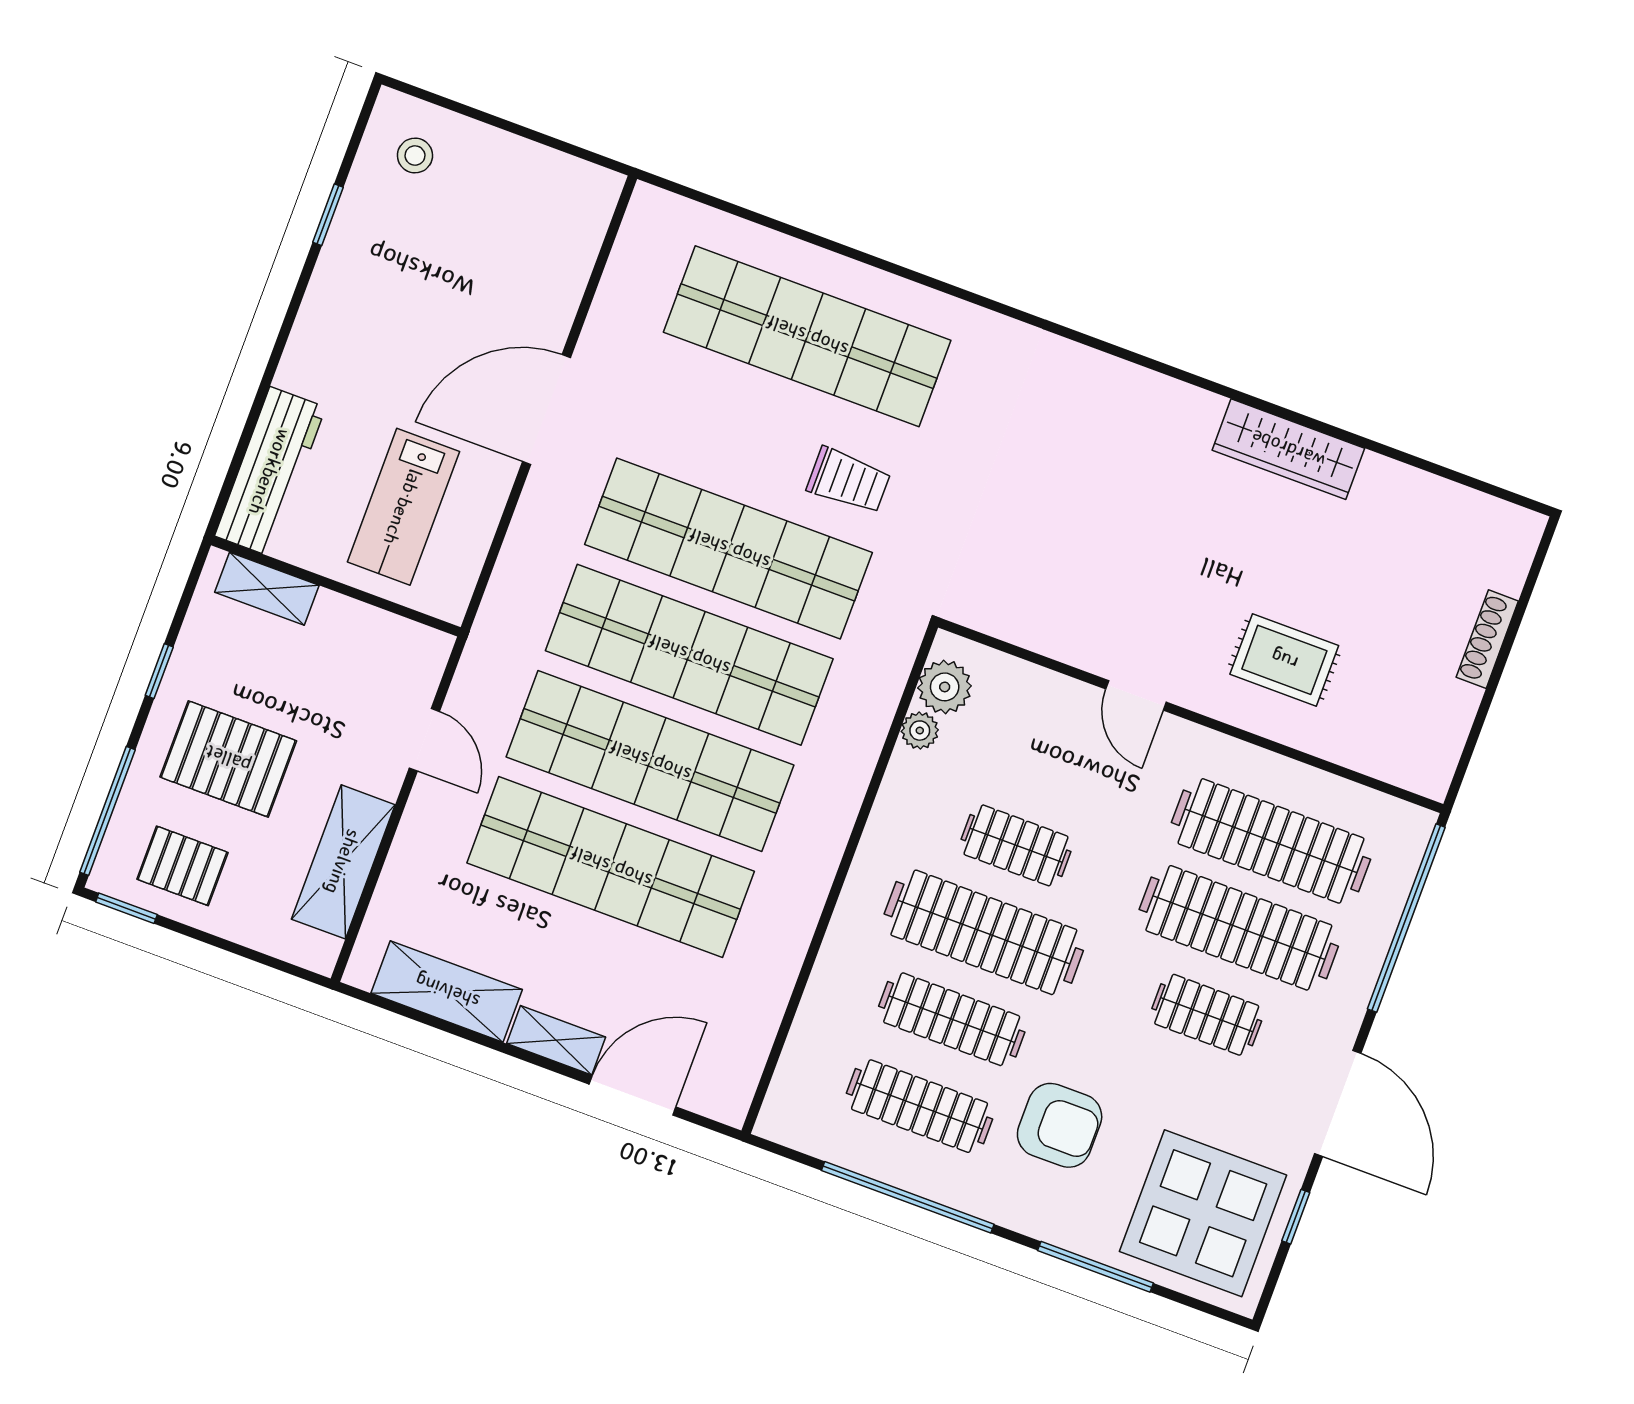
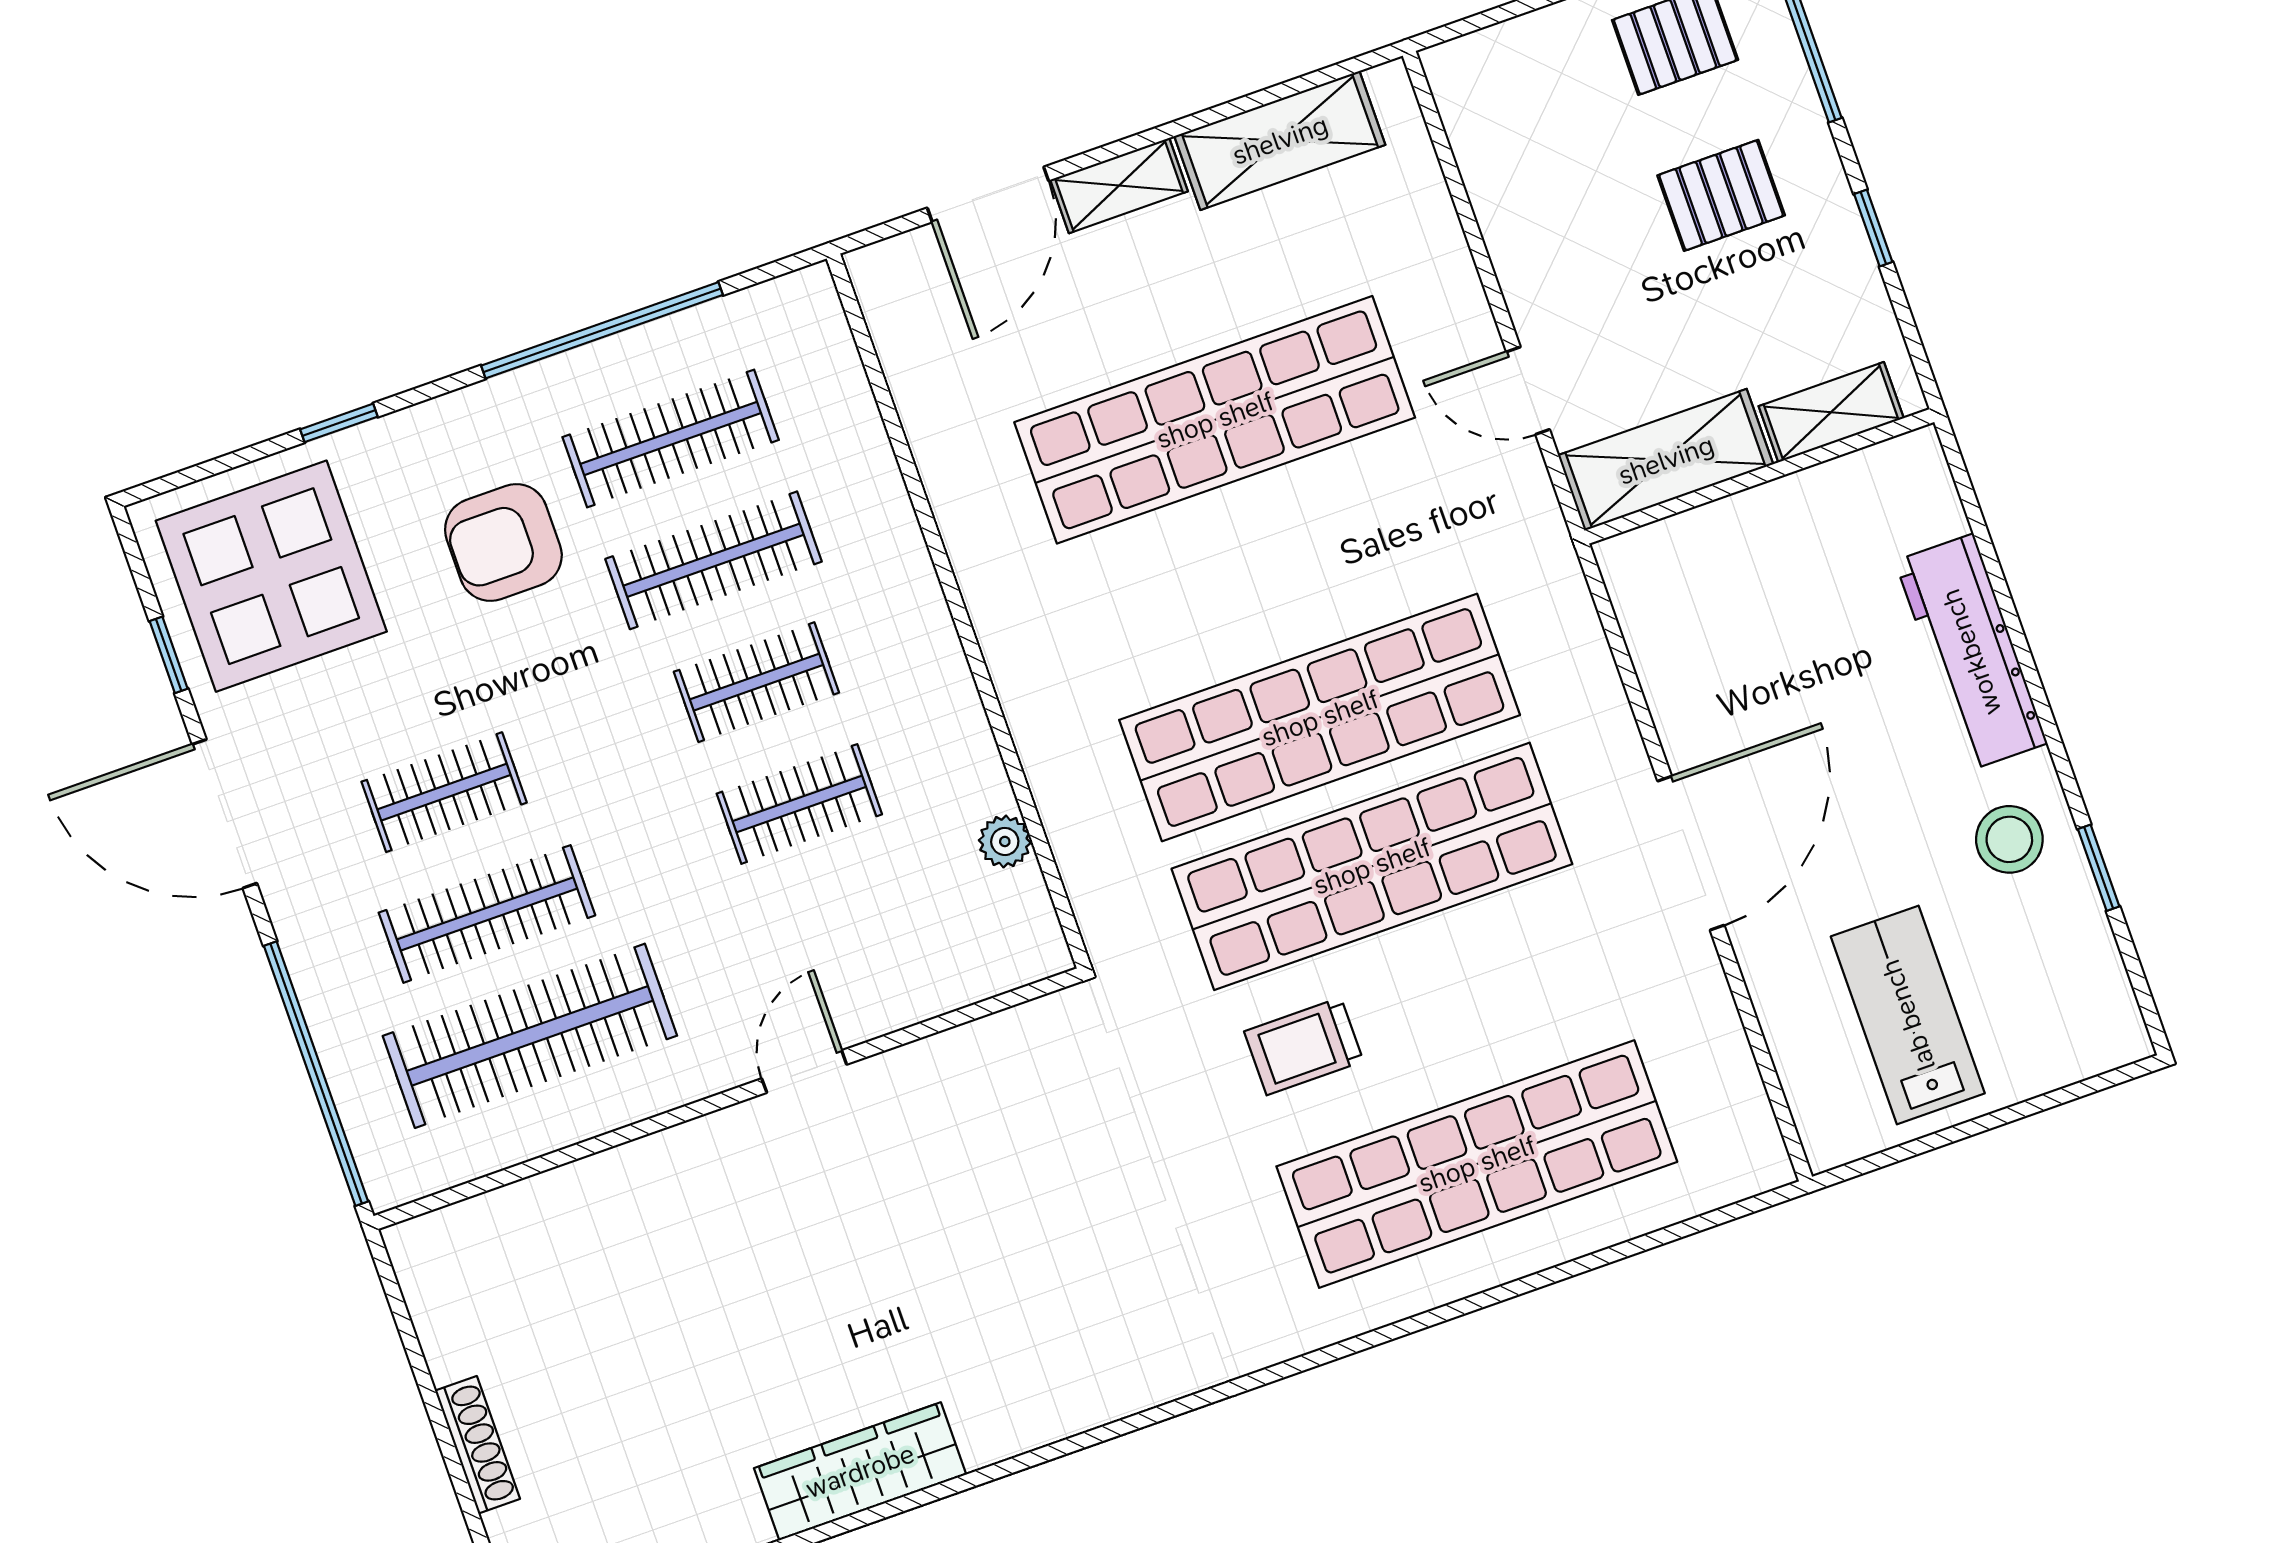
stool: (415, 155) -> (2009, 839), moved, width x1.37, depth x1.37
workbench: (270, 472) -> (1971, 652), moved
lab bench: (403, 507) -> (1908, 1015), moved
rug: (1284, 660) -> (677, 1242), removed
plant: (945, 687) -> (1017, 910), removed
door: (1136, 695) -> (804, 1072), hinge flipped
pallet: (228, 759) -> (1721, 195), width x0.67, depth x0.71
shop shelf: (650, 761) -> (1267, 569), removed
shelving: (343, 862) -> (1666, 460), moved, turned 90
clothes rail: (1239, 928) -> (487, 914), width x0.73, depth x0.76
clothes rail: (984, 932) -> (756, 682), width x0.54, depth x0.76
window: (1096, 1267) -> (339, 423), width x0.46

